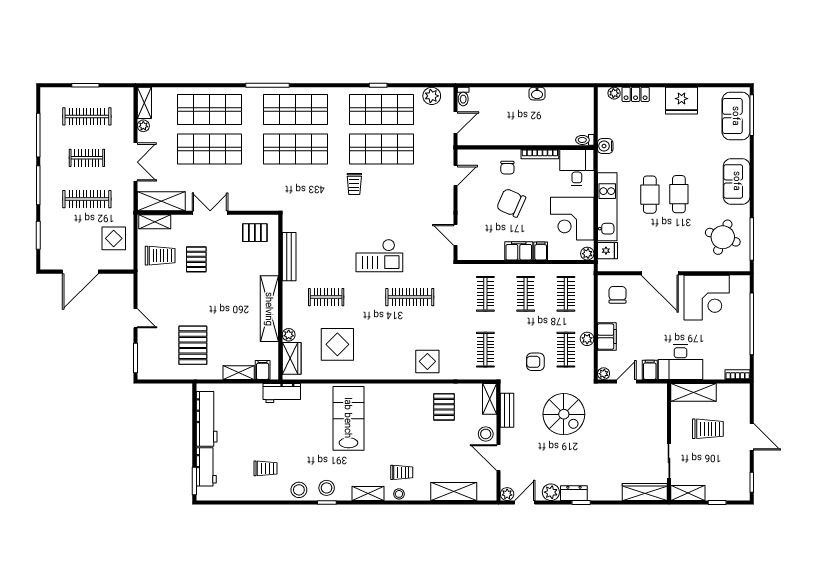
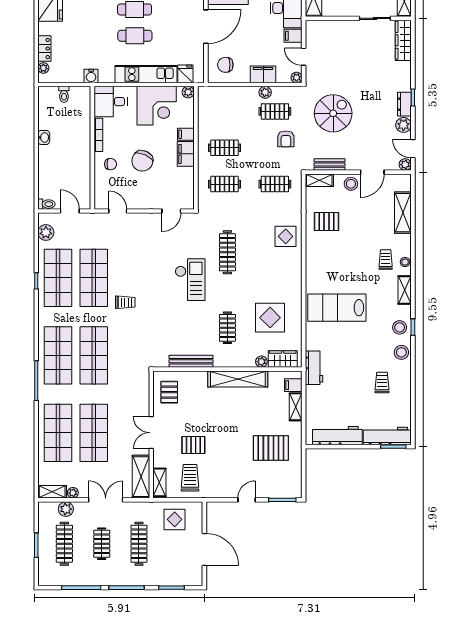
plant: (125, 118) -> (66, 509), added
toilet: (585, 140) -> (64, 94), moved
clothes rail: (566, 294) -> (225, 111), removed
workbench: (206, 467) -> (387, 436), width x1.38

